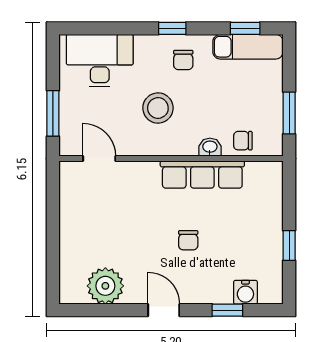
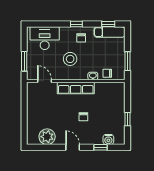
row of seats: (202, 175) -> (76, 88), moved

